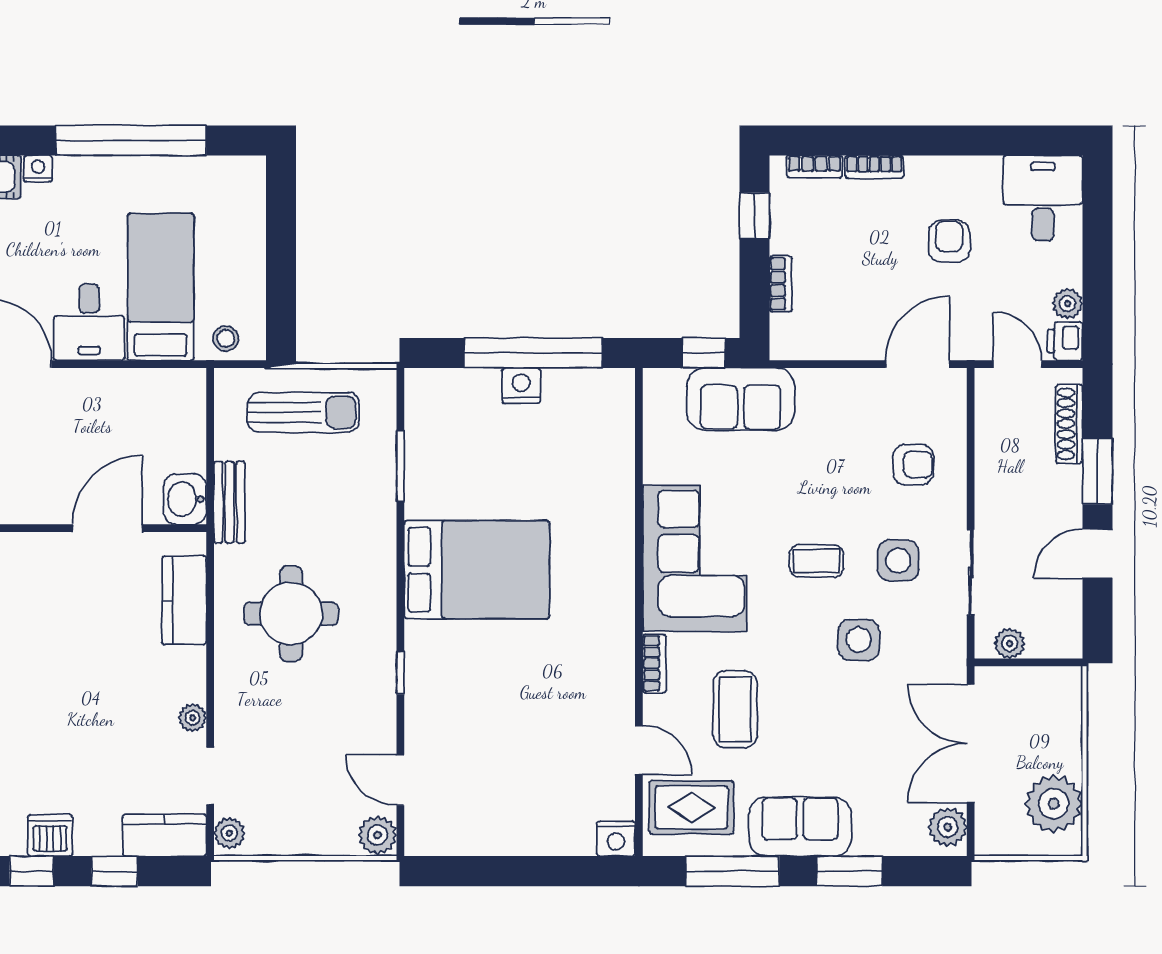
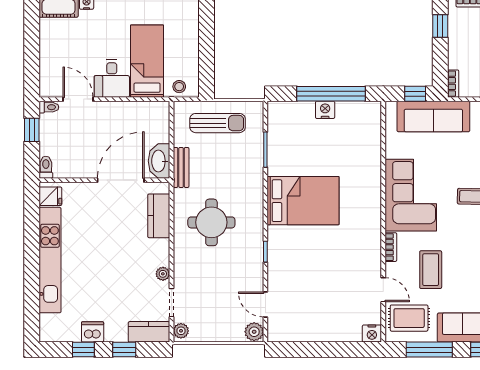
bookcase: (781, 284) -> (453, 84), moved
sofa: (741, 399) -> (433, 116), width x1.36
washbasin: (185, 499) -> (159, 161), width x1.38
door: (107, 528) -> (121, 180), width x1.36

